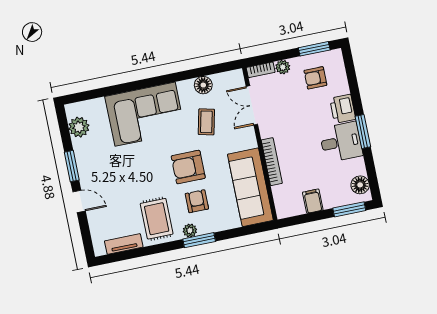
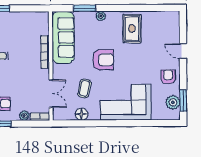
window: (72, 166) -> (183, 100), moved
armchair: (197, 201) -> (168, 77), moved, turned 180
filing cabinet: (313, 201) -> (22, 19), removed
plant: (190, 231) -> (101, 16), moved
window: (199, 240) -> (85, 8), moved
tv unit: (124, 244) -> (158, 16), removed

